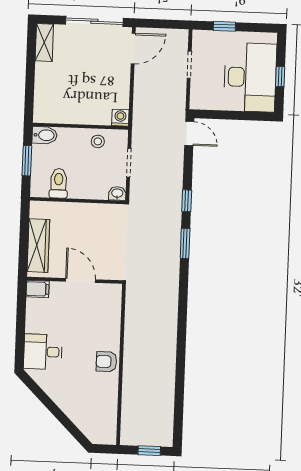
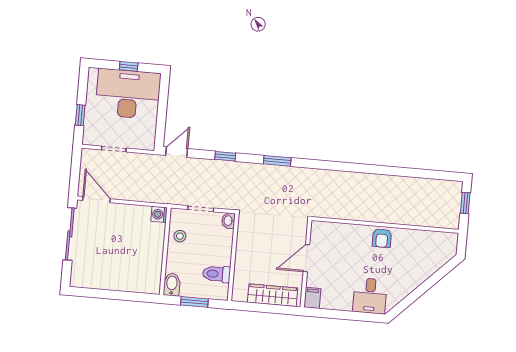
shelving: (44, 43) -> (87, 281), removed
window: (187, 201) -> (225, 156), moved

